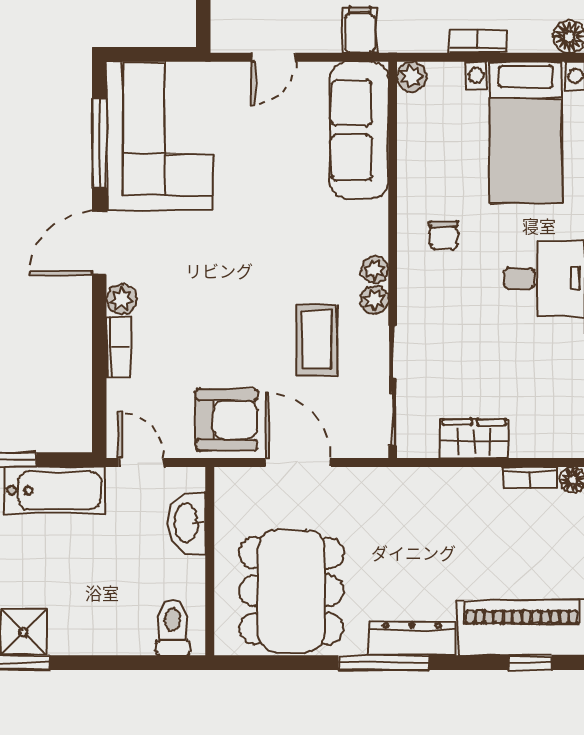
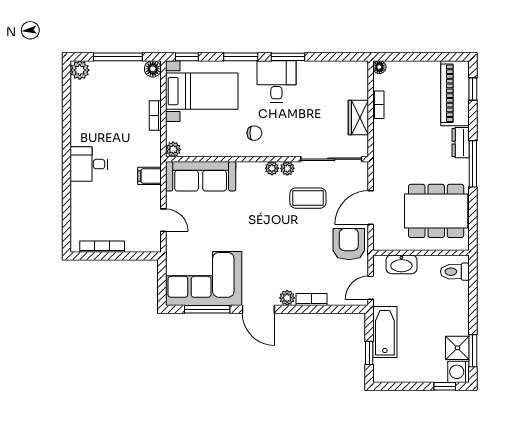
bookcase: (530, 478) -> (378, 105), moved
dresser: (412, 639) -> (461, 143), width x0.70

